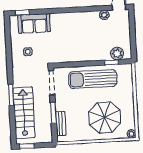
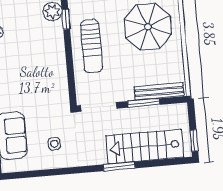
sun lounger: (93, 79) -> (91, 46), width x0.73, depth x0.75
bench: (61, 124) -> (159, 91), width x1.36

